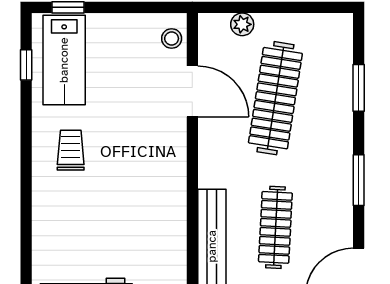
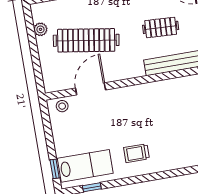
plant: (242, 24) -> (40, 29), moved
clothes rail: (275, 227) -> (161, 27), width x0.73

